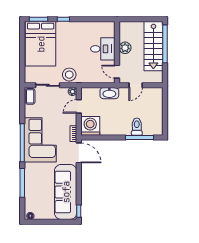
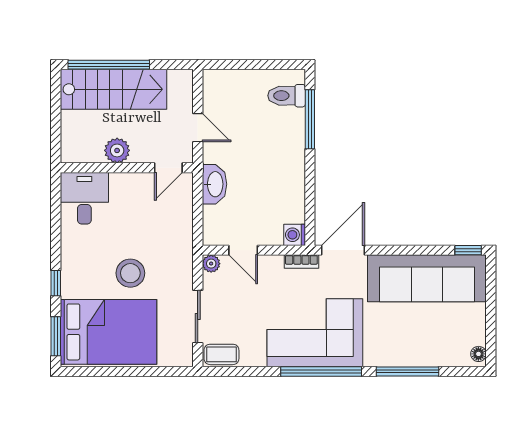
desk: (103, 49) -> (84, 198), moved
stool: (69, 75) -> (130, 273), moved
washing machine: (90, 126) -> (295, 235), width x0.53, depth x0.53
toilet: (137, 127) -> (287, 96), moved

